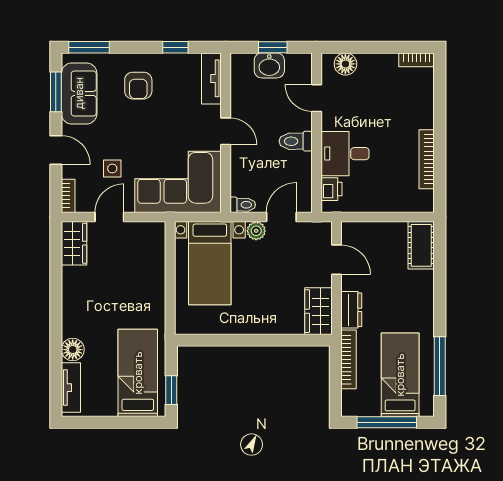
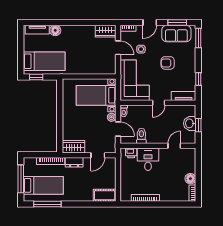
floor lamp: (345, 64) -> (190, 179), moved
armchair: (138, 86) -> (168, 63), moved
toilet: (296, 141) -> (141, 136), moved

